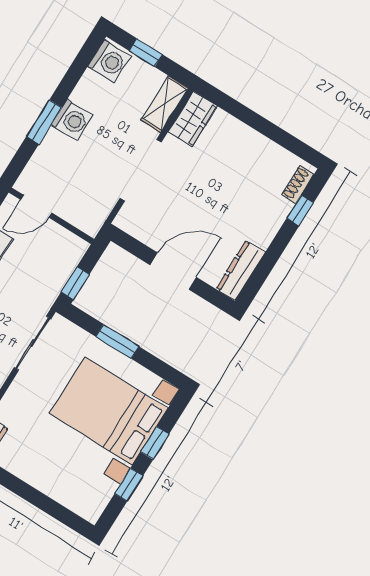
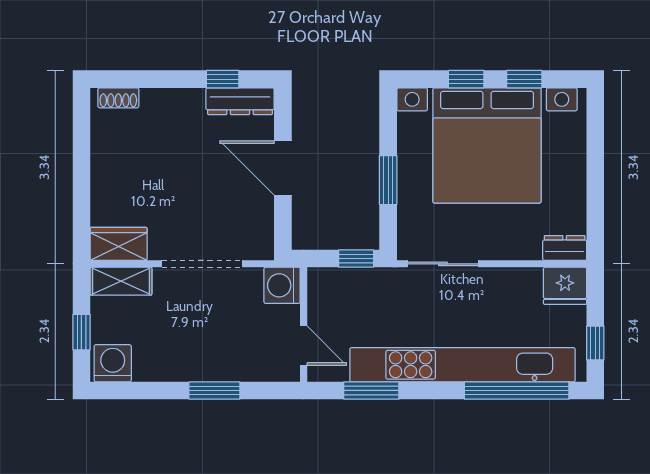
washing machine: (72, 120) -> (282, 285), moved, turned -90
window: (300, 210) -> (223, 79), moved
bed with nightstands: (109, 411) -> (487, 145), width x1.36

